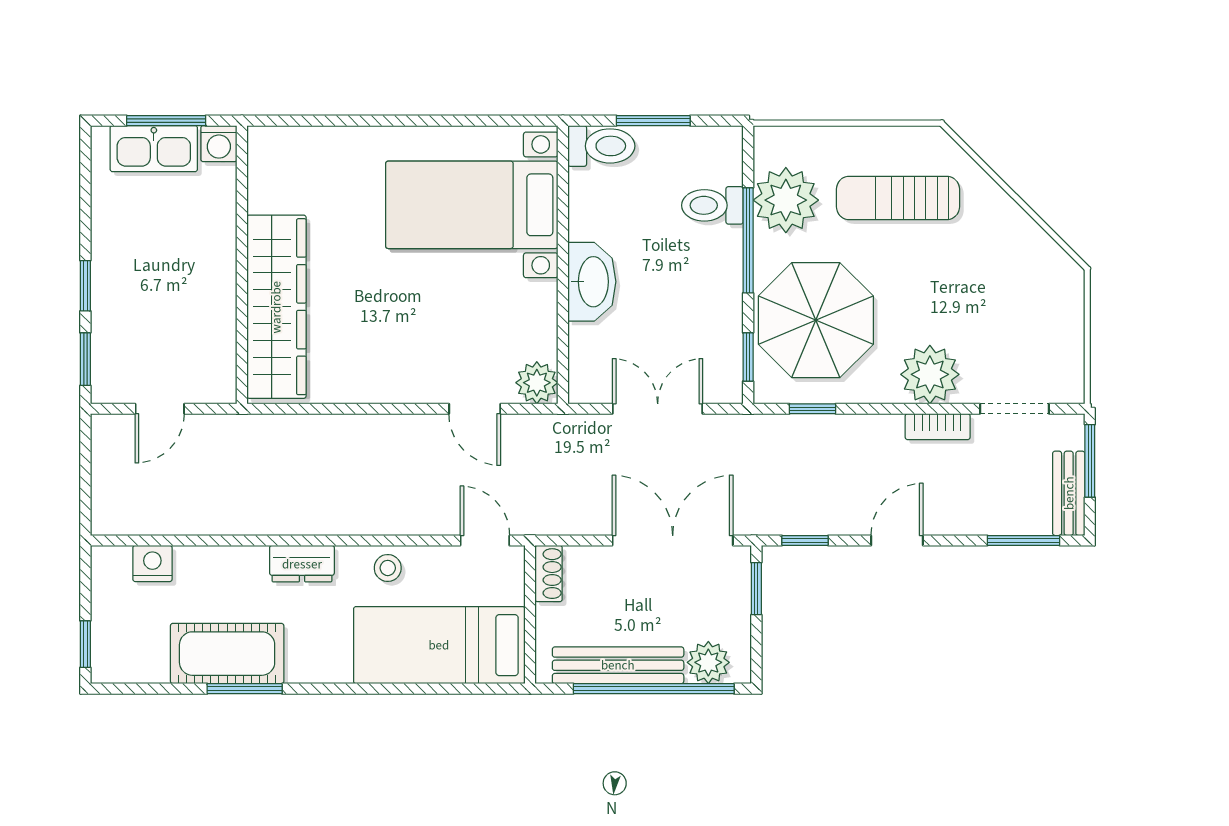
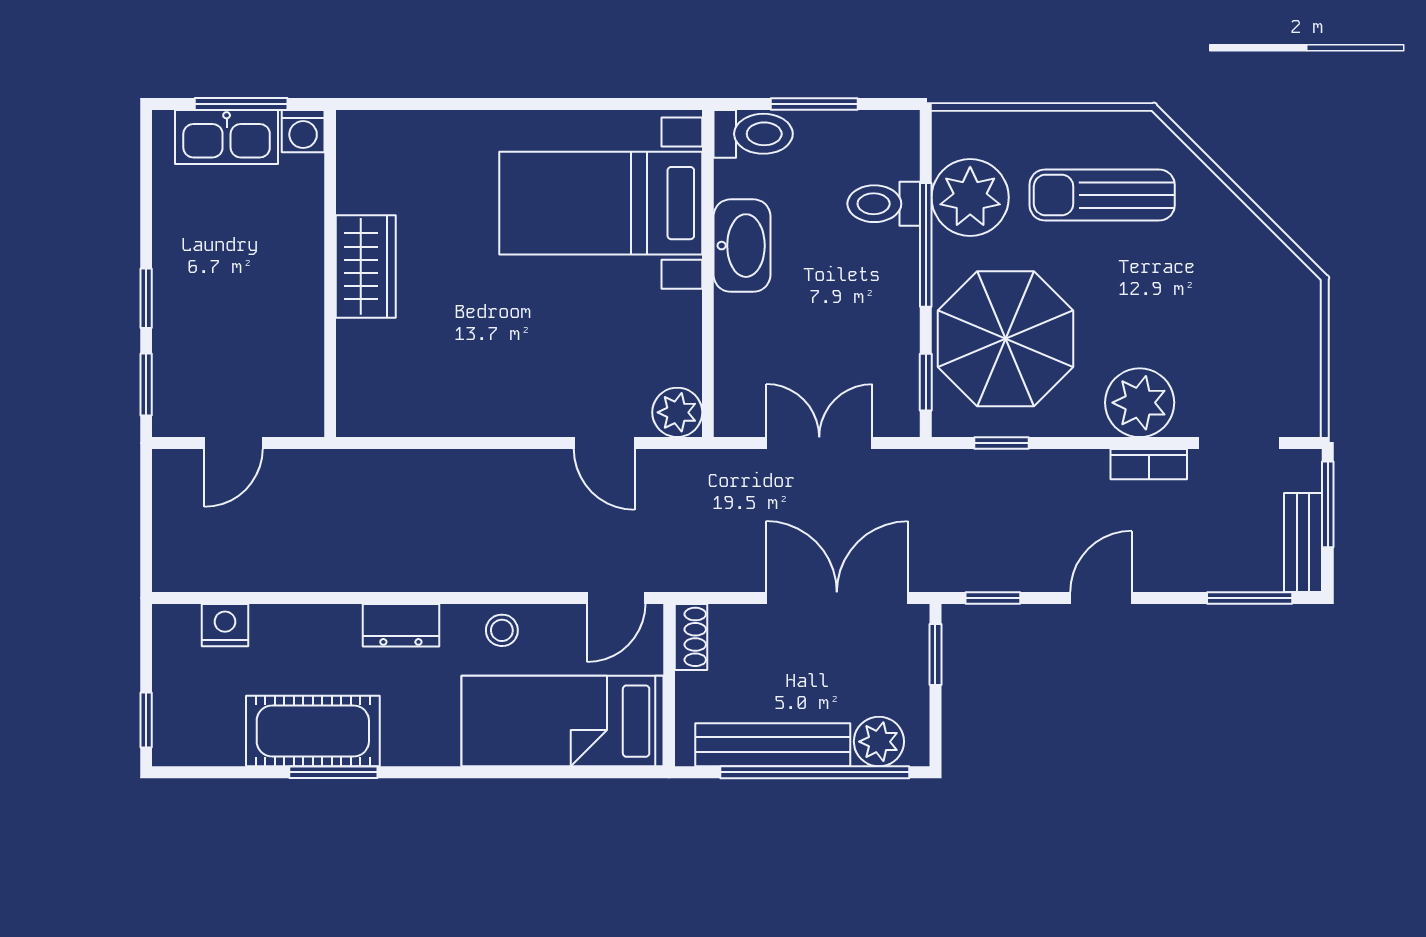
washbasin: (592, 282) -> (742, 246), moved
wardrobe: (276, 307) -> (366, 266), width x0.48, depth x0.85
door: (485, 540) -> (616, 598), swing flipped

